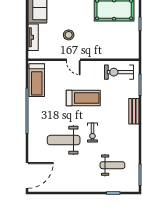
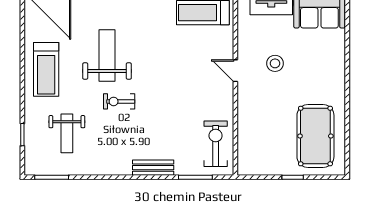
door: (73, 60) -> (235, 71), hinge flipped
treadmill: (83, 98) -> (46, 69), moved

